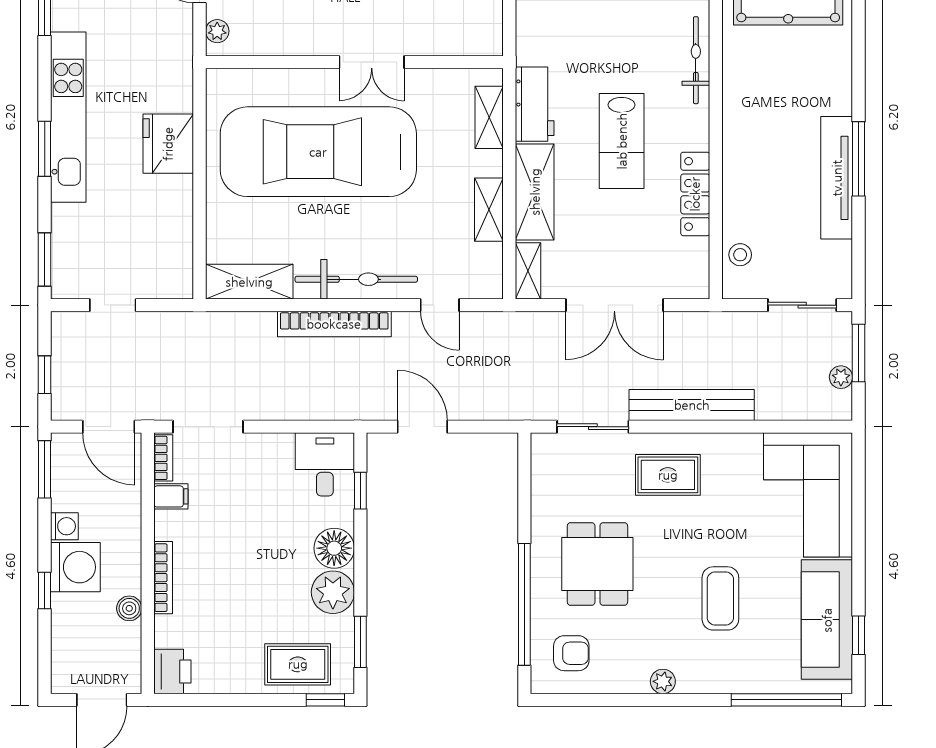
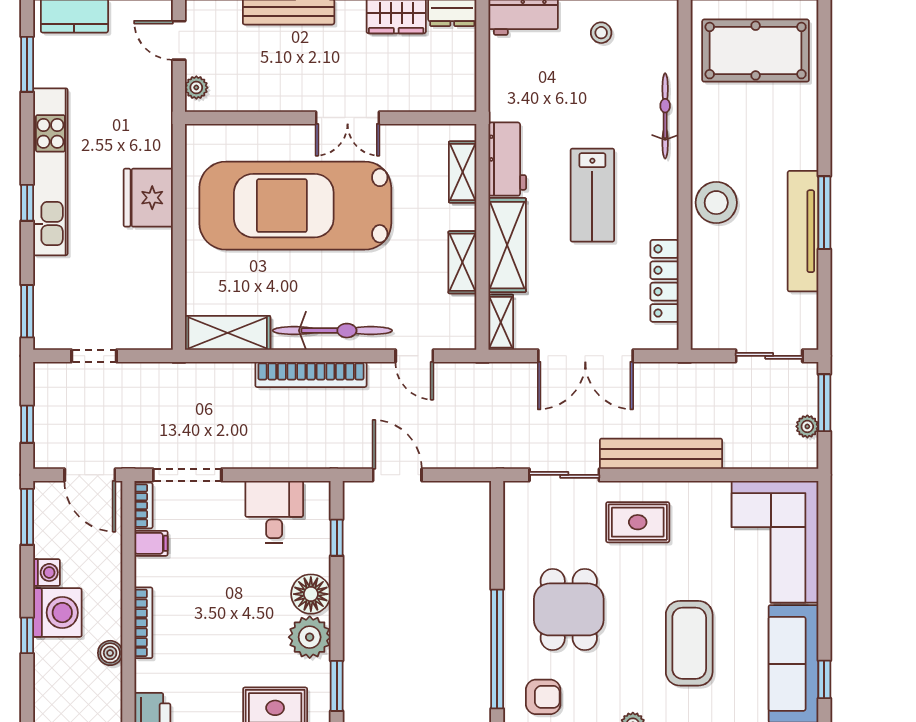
window: (45, 149) -> (27, 203), width x0.67
locker: (695, 194) -> (665, 281), moved
stool: (740, 255) -> (716, 203), moved, width x1.89, depth x1.89
desk: (325, 464) -> (274, 512), moved
coffee table: (720, 598) -> (689, 643), width x1.36, depth x1.32

